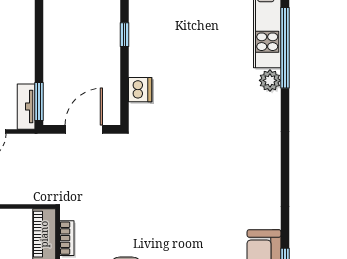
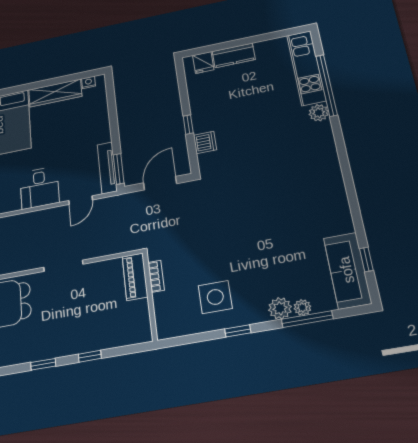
window: (124, 35) -> (188, 125), moved
tv unit: (26, 107) -> (107, 168), width x1.41

